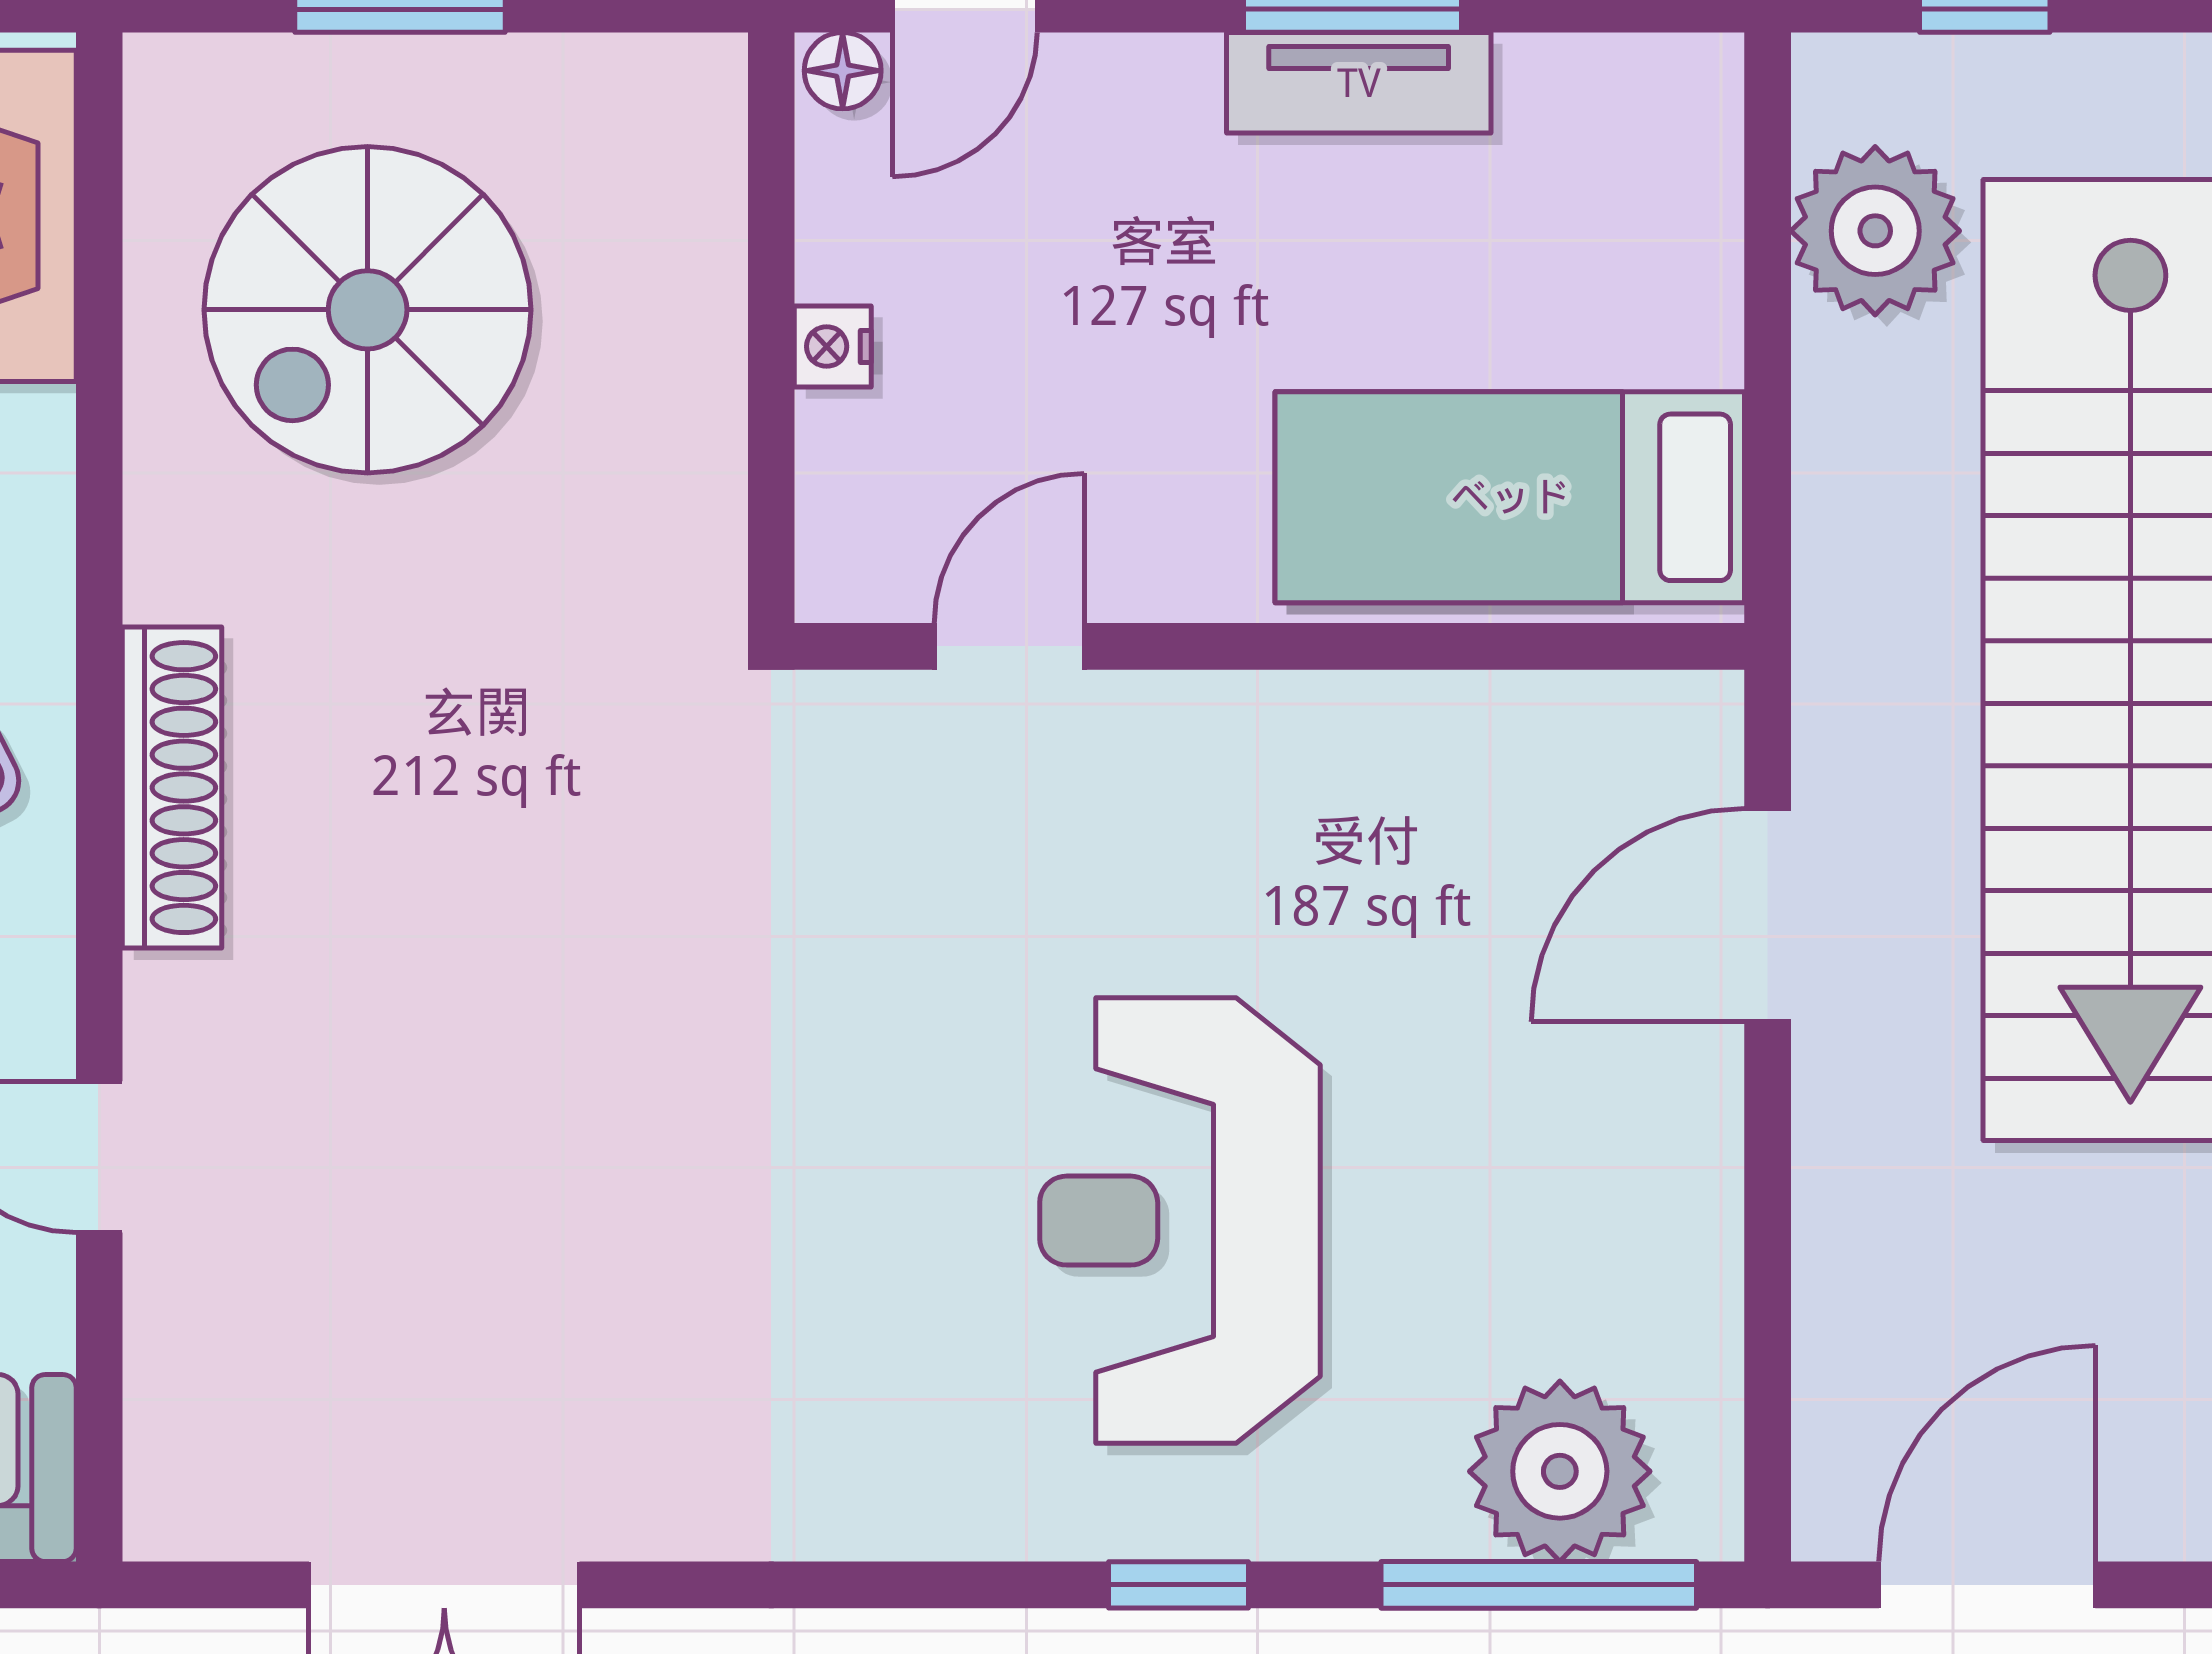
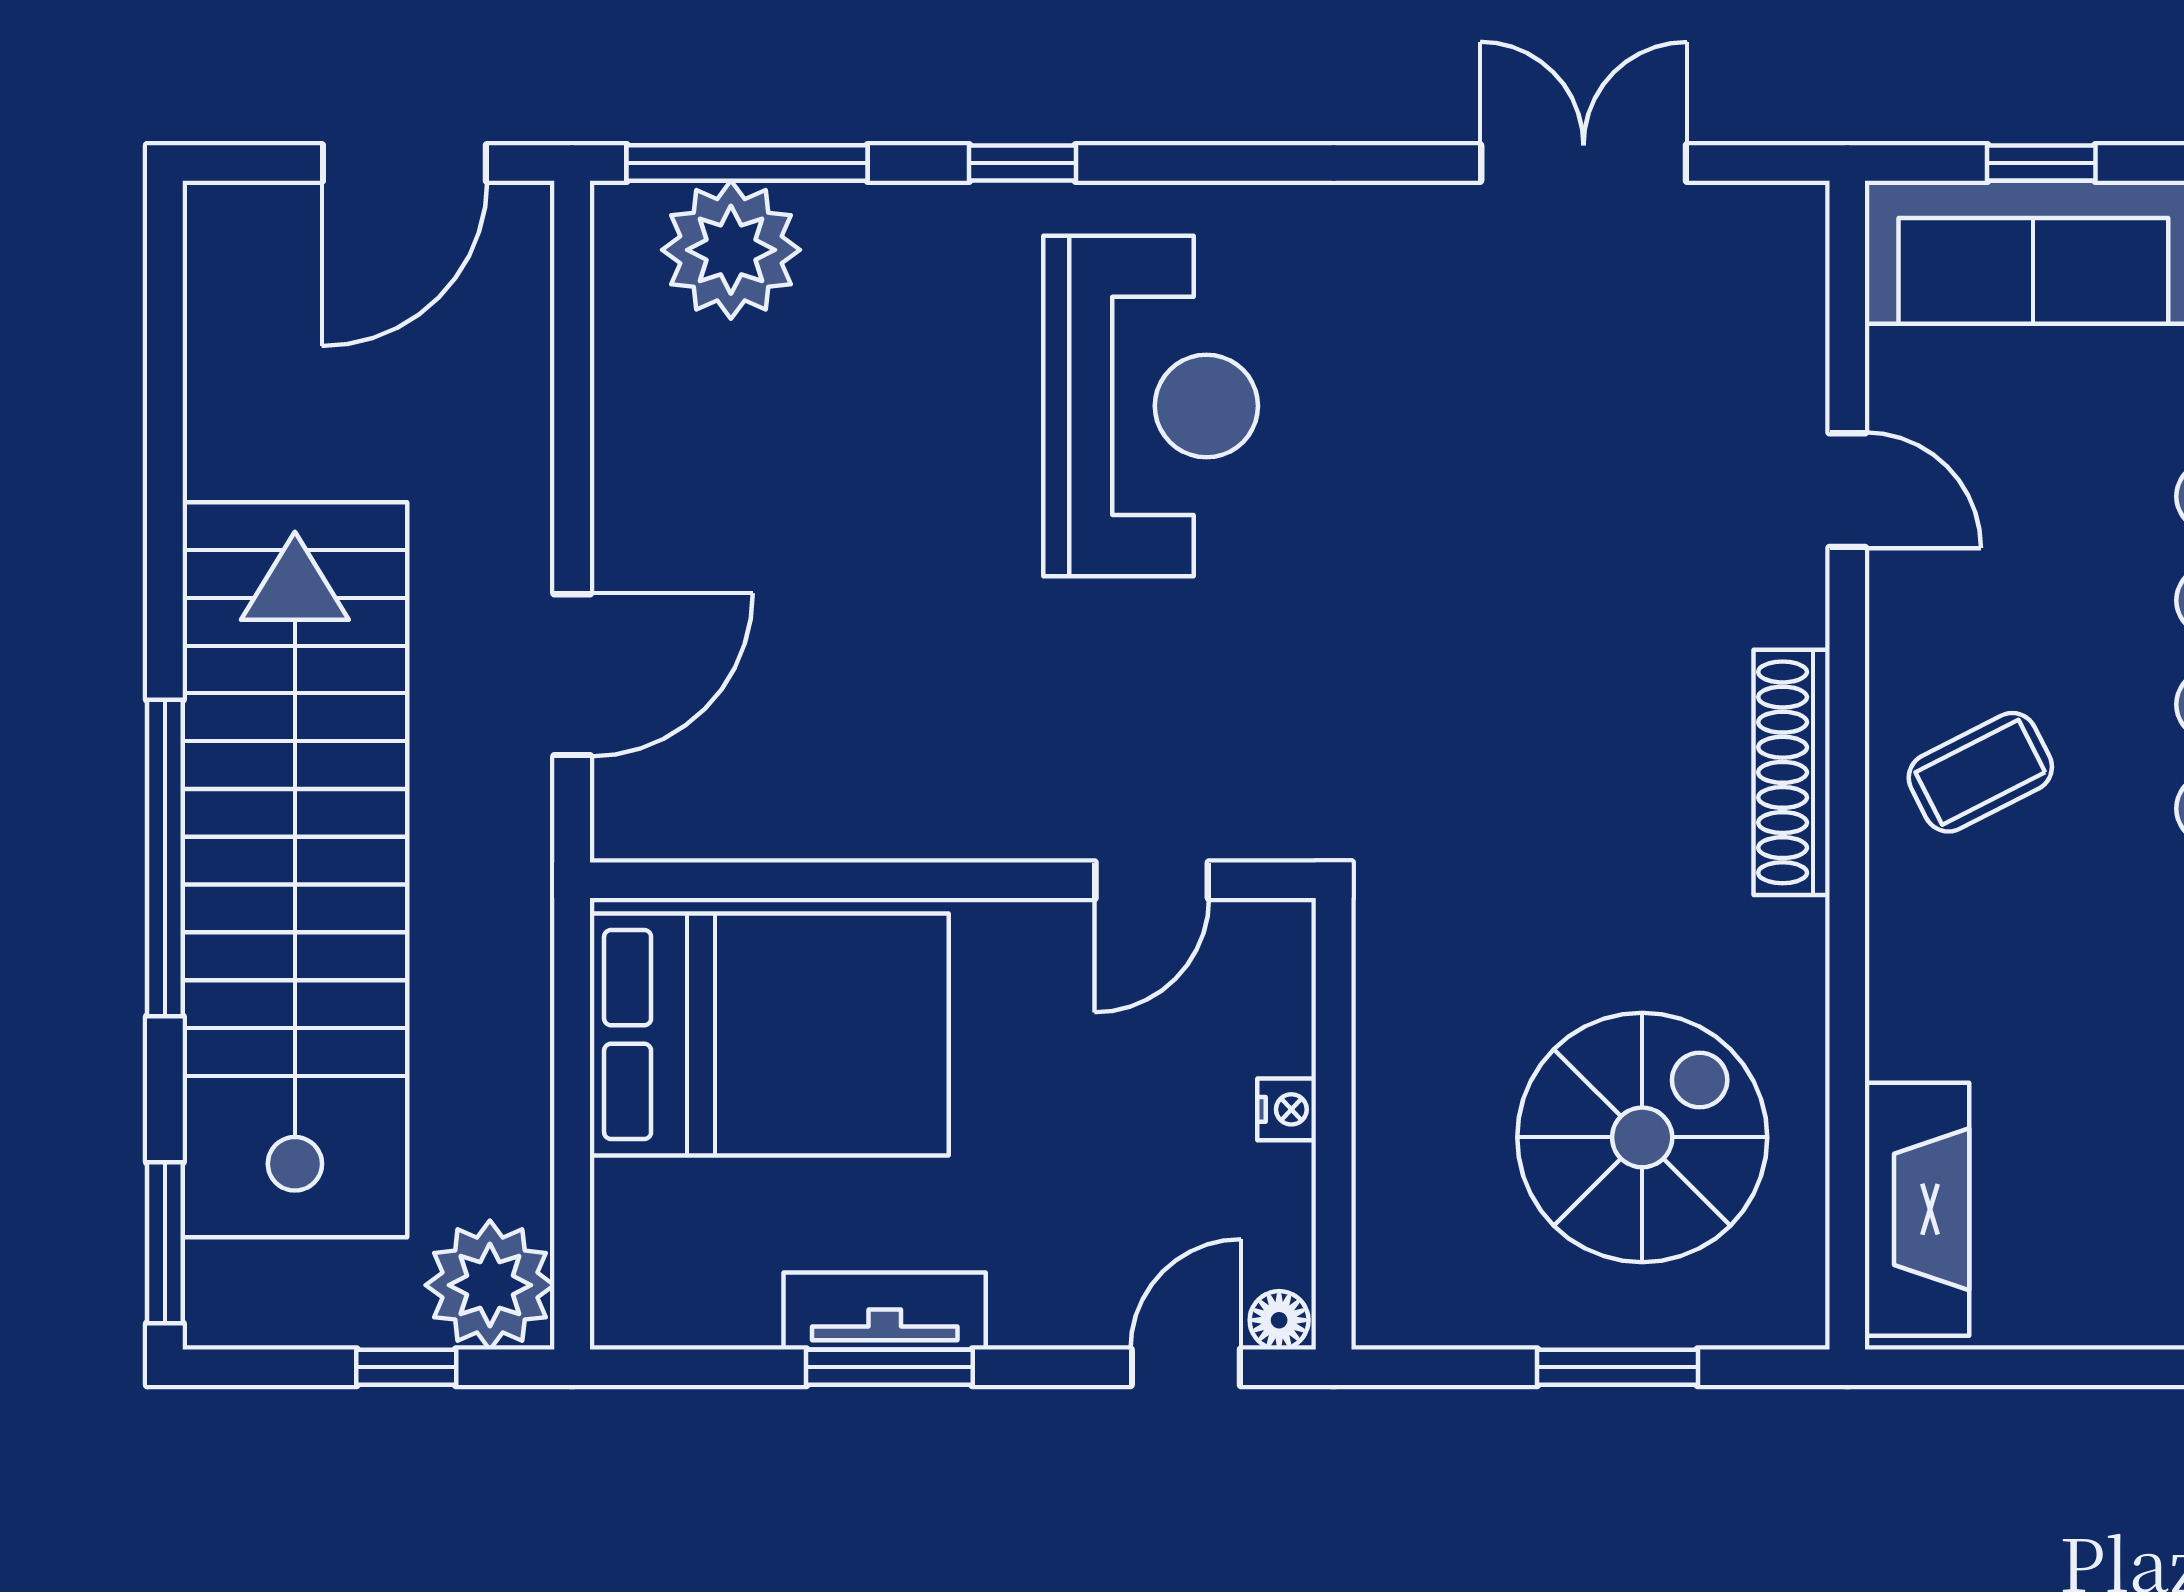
plant: (1875, 231) -> (490, 1285), moved
bed: (1510, 497) -> (769, 1035), width x1.50
reception desk: (1180, 1221) -> (1151, 406), moved

